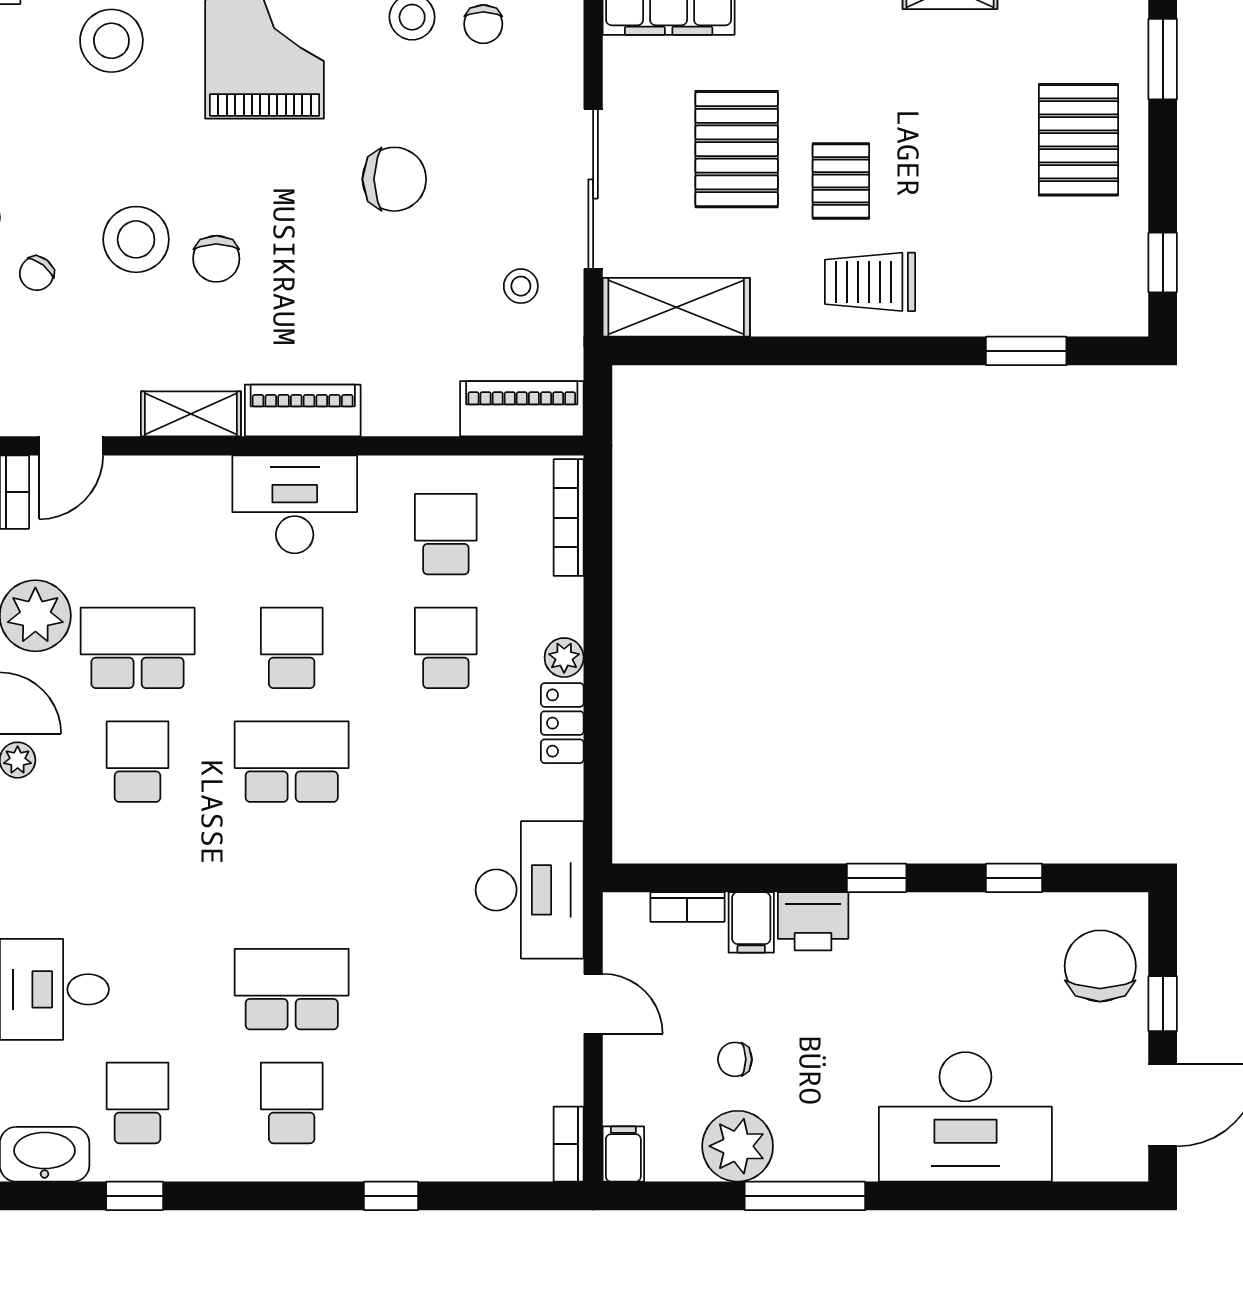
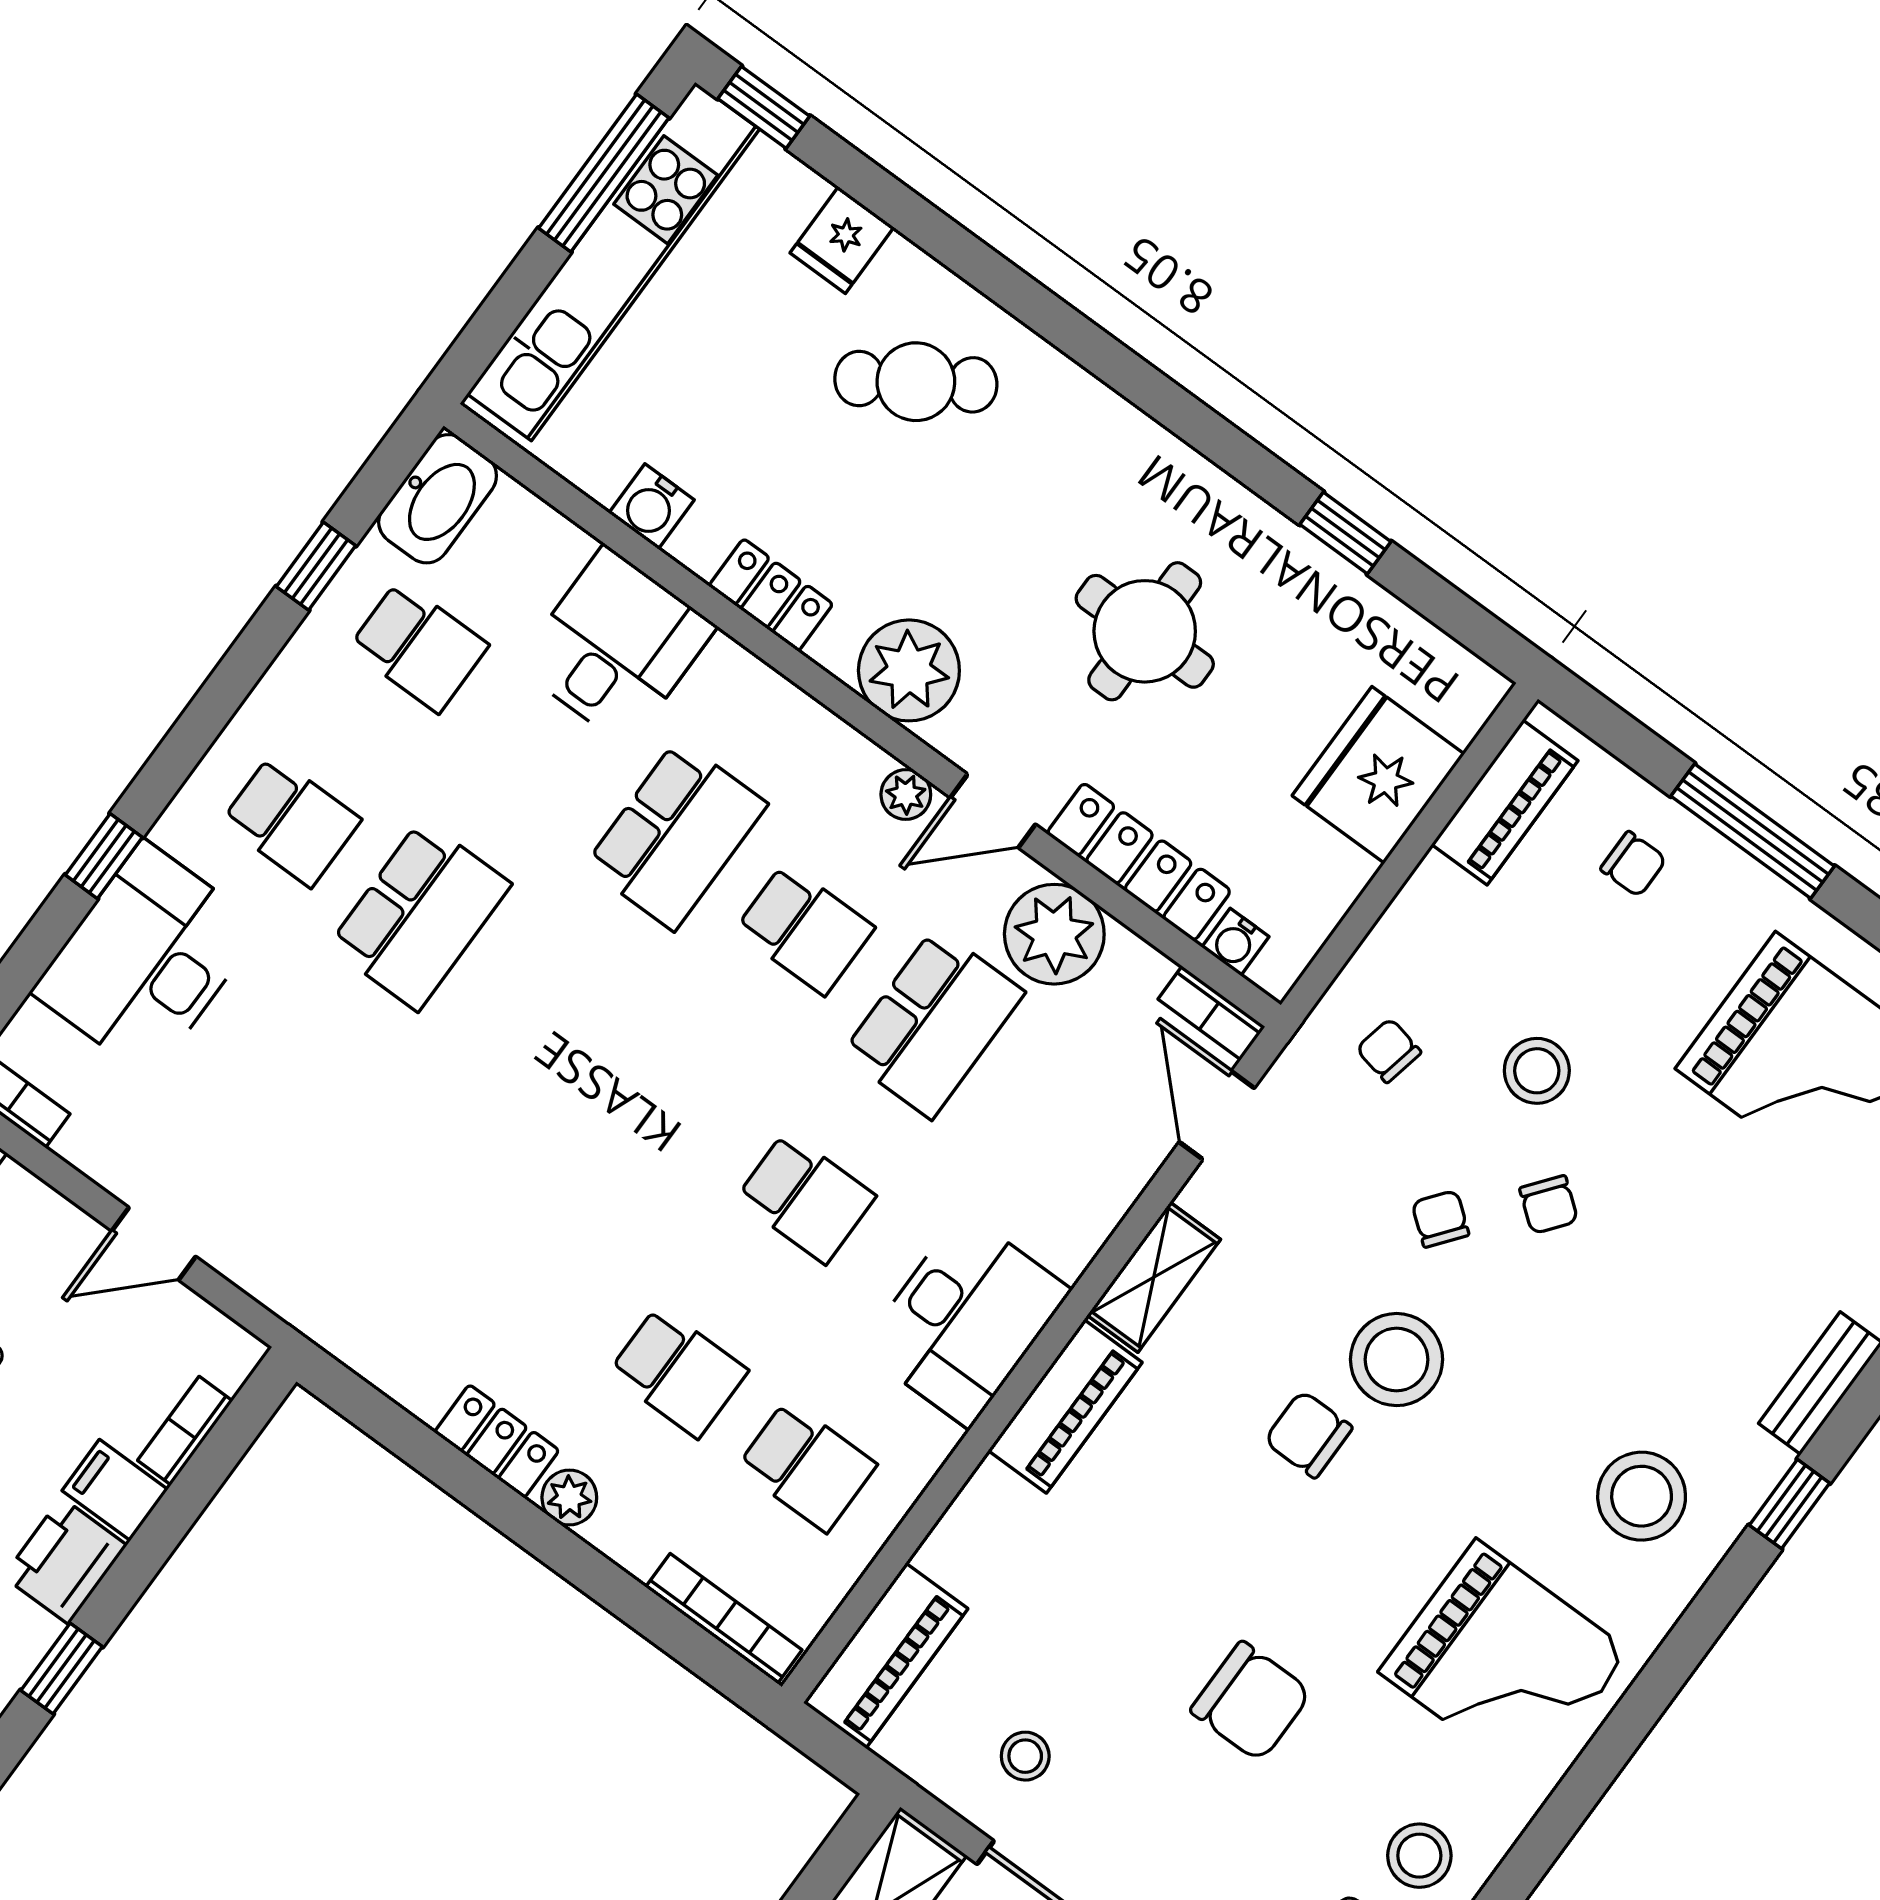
chair: (394, 179) -> (1251, 1701), turned -90
school desk: (292, 762) -> (676, 835), moved
desk: (530, 890) -> (147, 959), moved, turned 90

